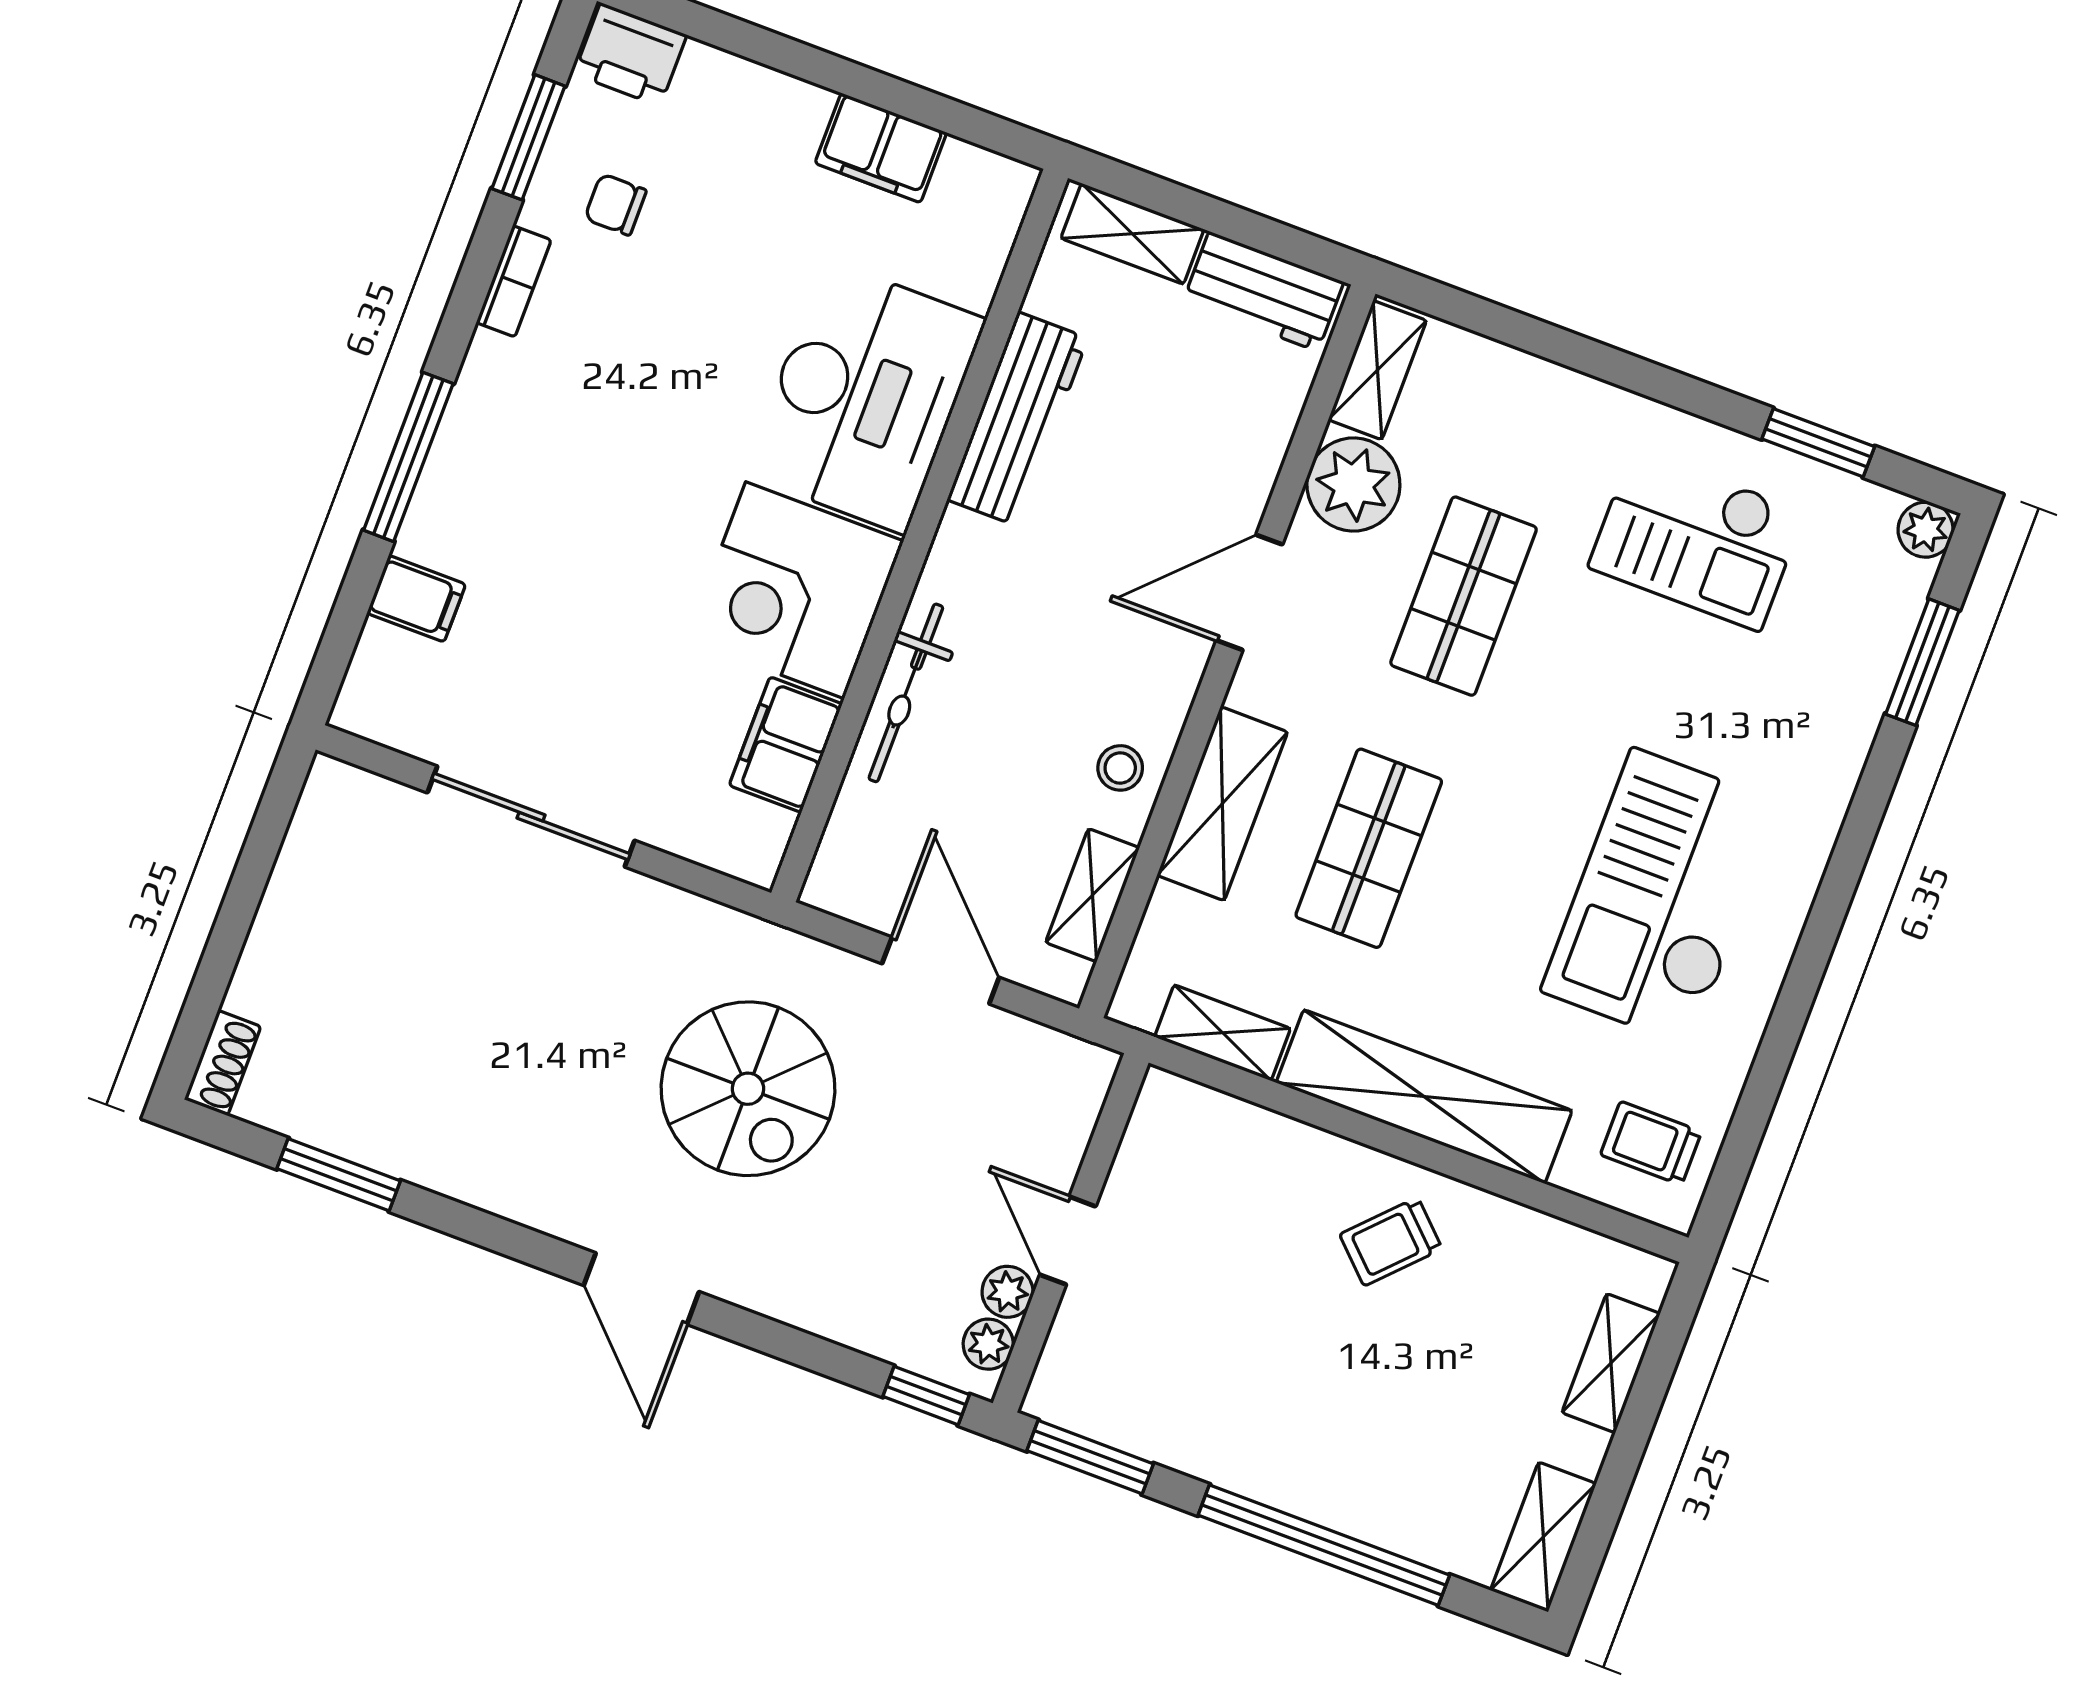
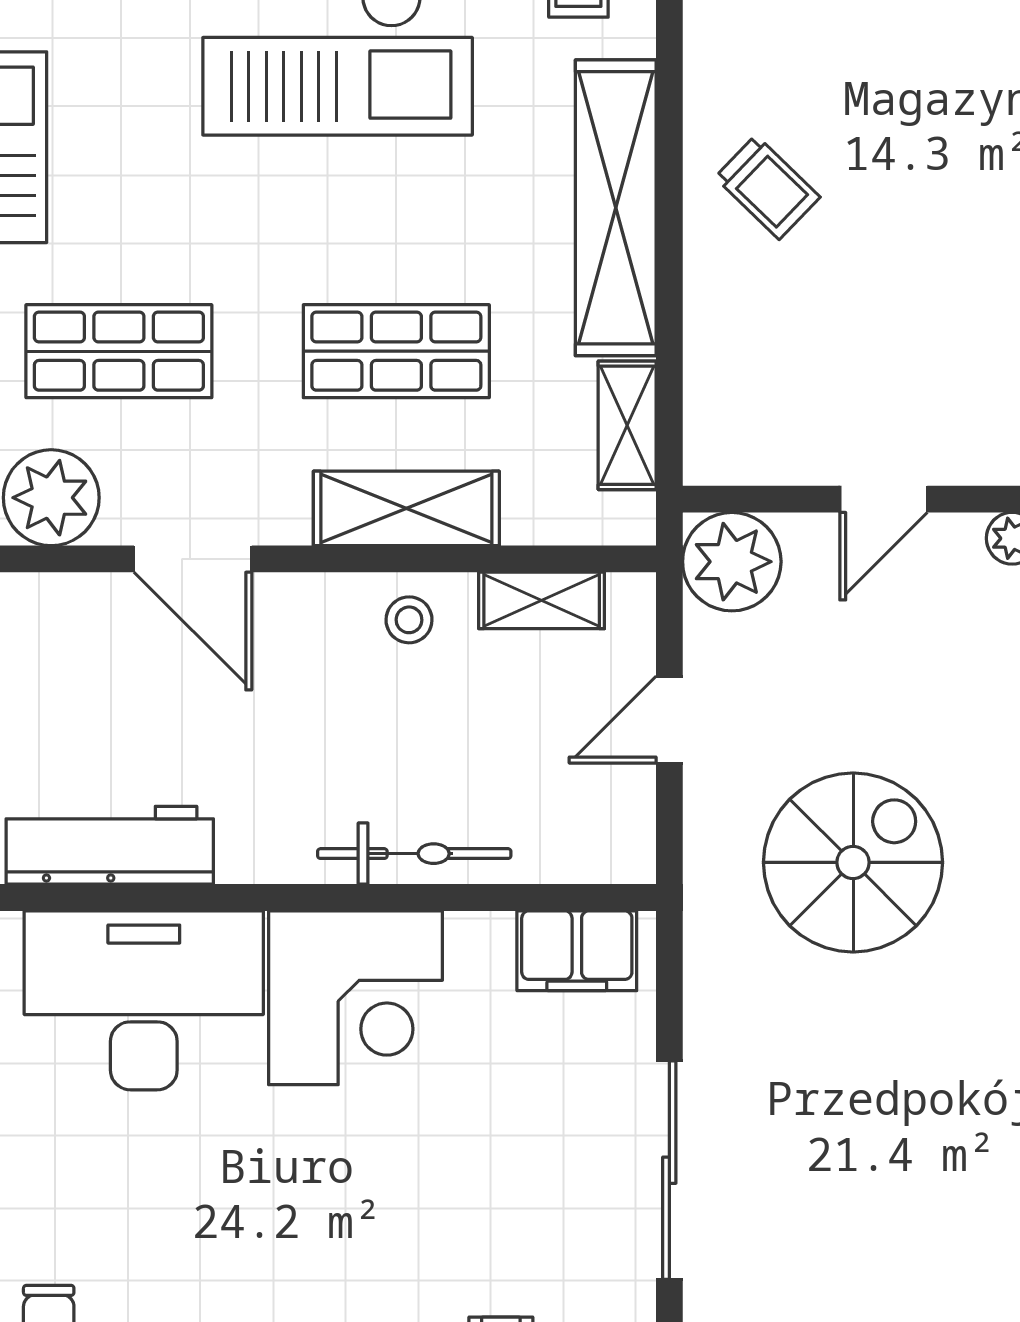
filing cabinet: (786, 745) -> (577, 951), moved
door: (941, 970) -> (669, 720), width x0.73
plant: (1007, 1292) -> (732, 562), moved, width x1.88, depth x1.88

